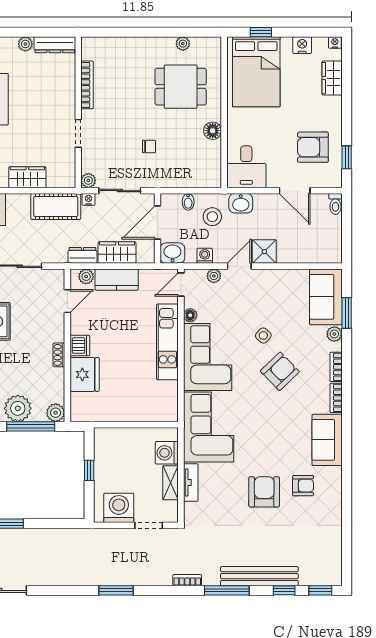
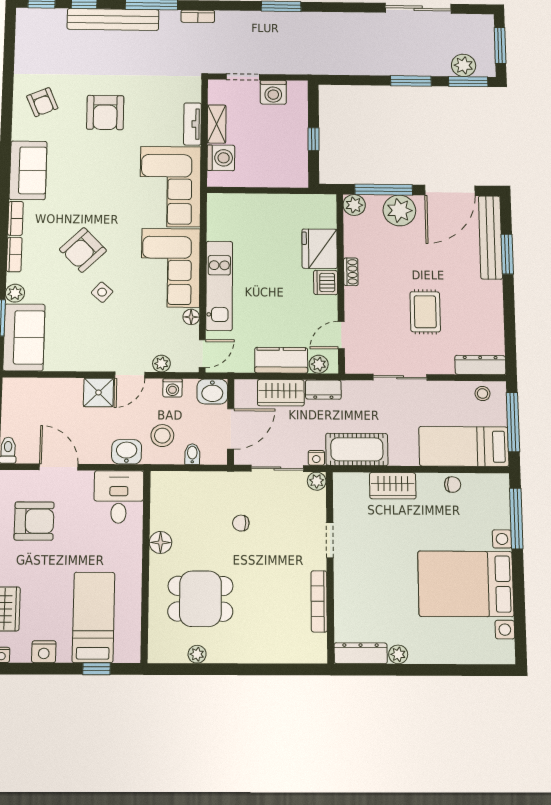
bed: (256, 72) -> (93, 617), width x0.67
armchair: (303, 486) -> (42, 102), moved, turned -113
washing machine: (119, 508) -> (273, 92), width x0.73, depth x0.73

